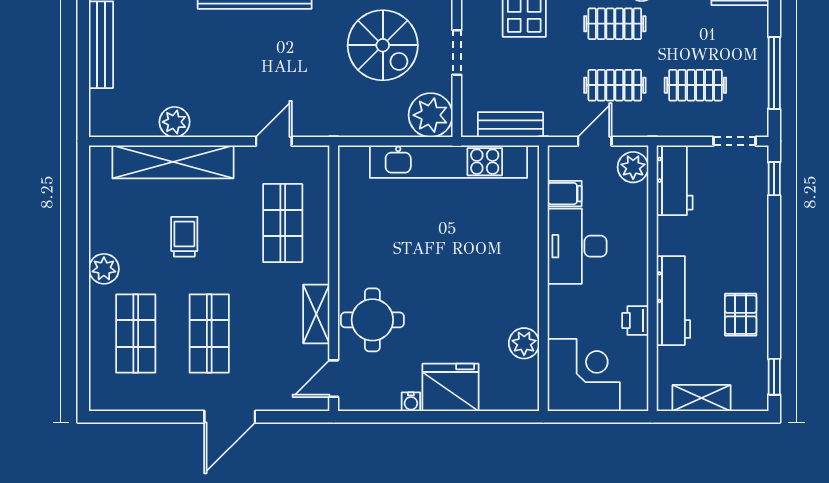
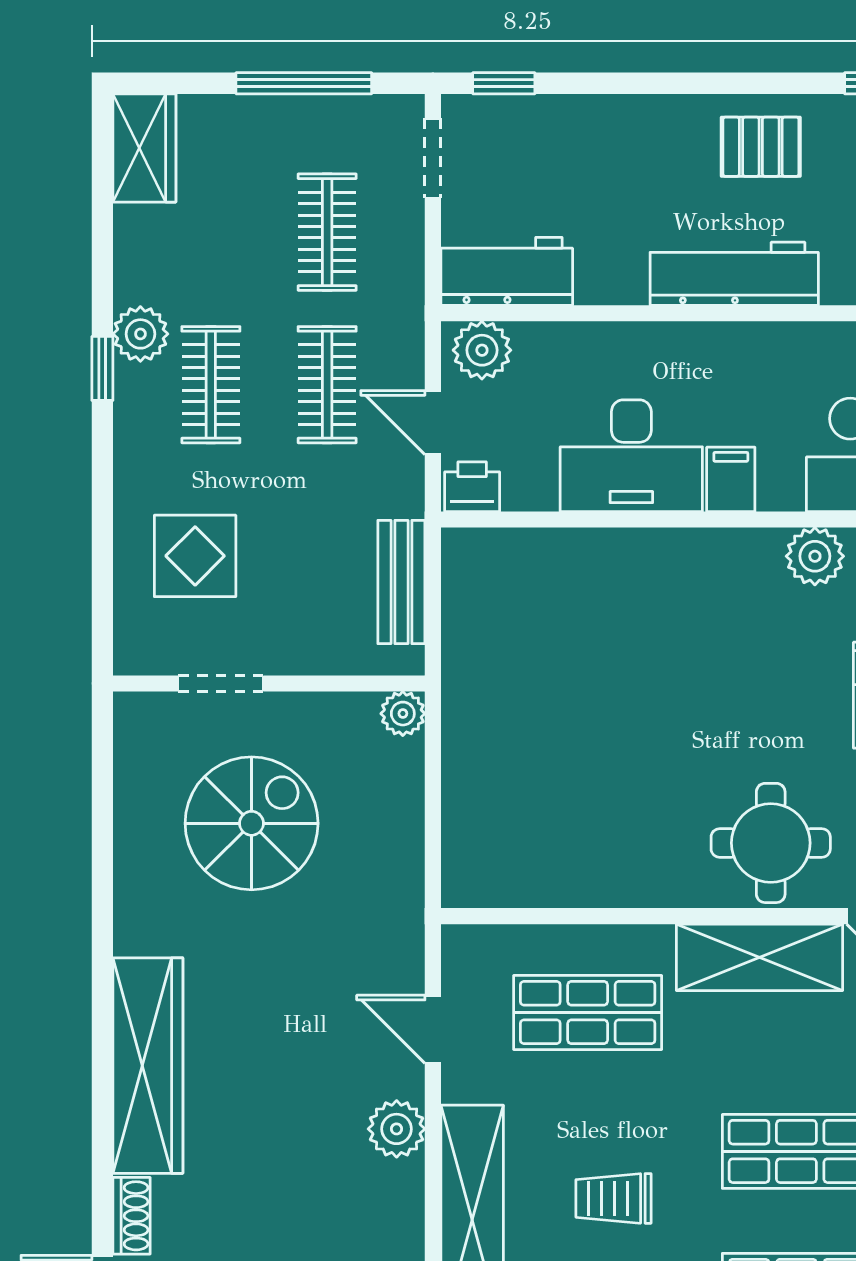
doorway: (457, 52) -> (221, 683), moved
plant: (431, 115) -> (403, 714), width x0.53, depth x0.53
plant: (174, 122) -> (397, 1129), moved
kitchen unit: (449, 162) -> (472, 699), removed
filing cabinet: (565, 194) -> (731, 479), moved
shelving: (316, 314) -> (760, 957), width x1.50, depth x1.33
printer: (635, 321) -> (472, 487), moved, turned 180

